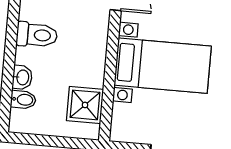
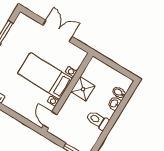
shower: (85, 105) -> (83, 89), moved

